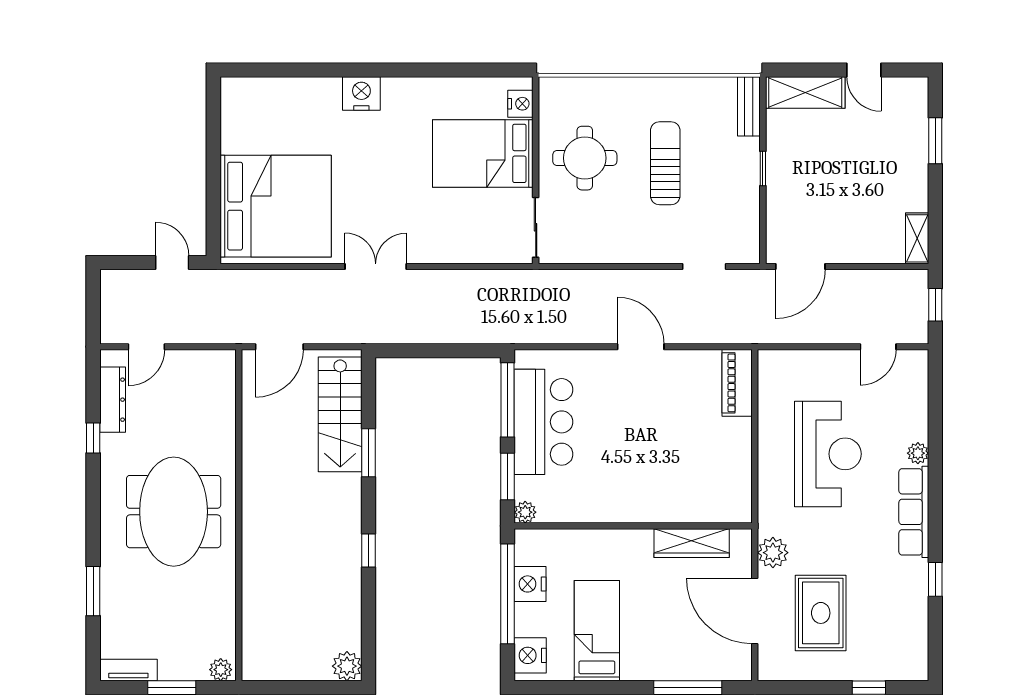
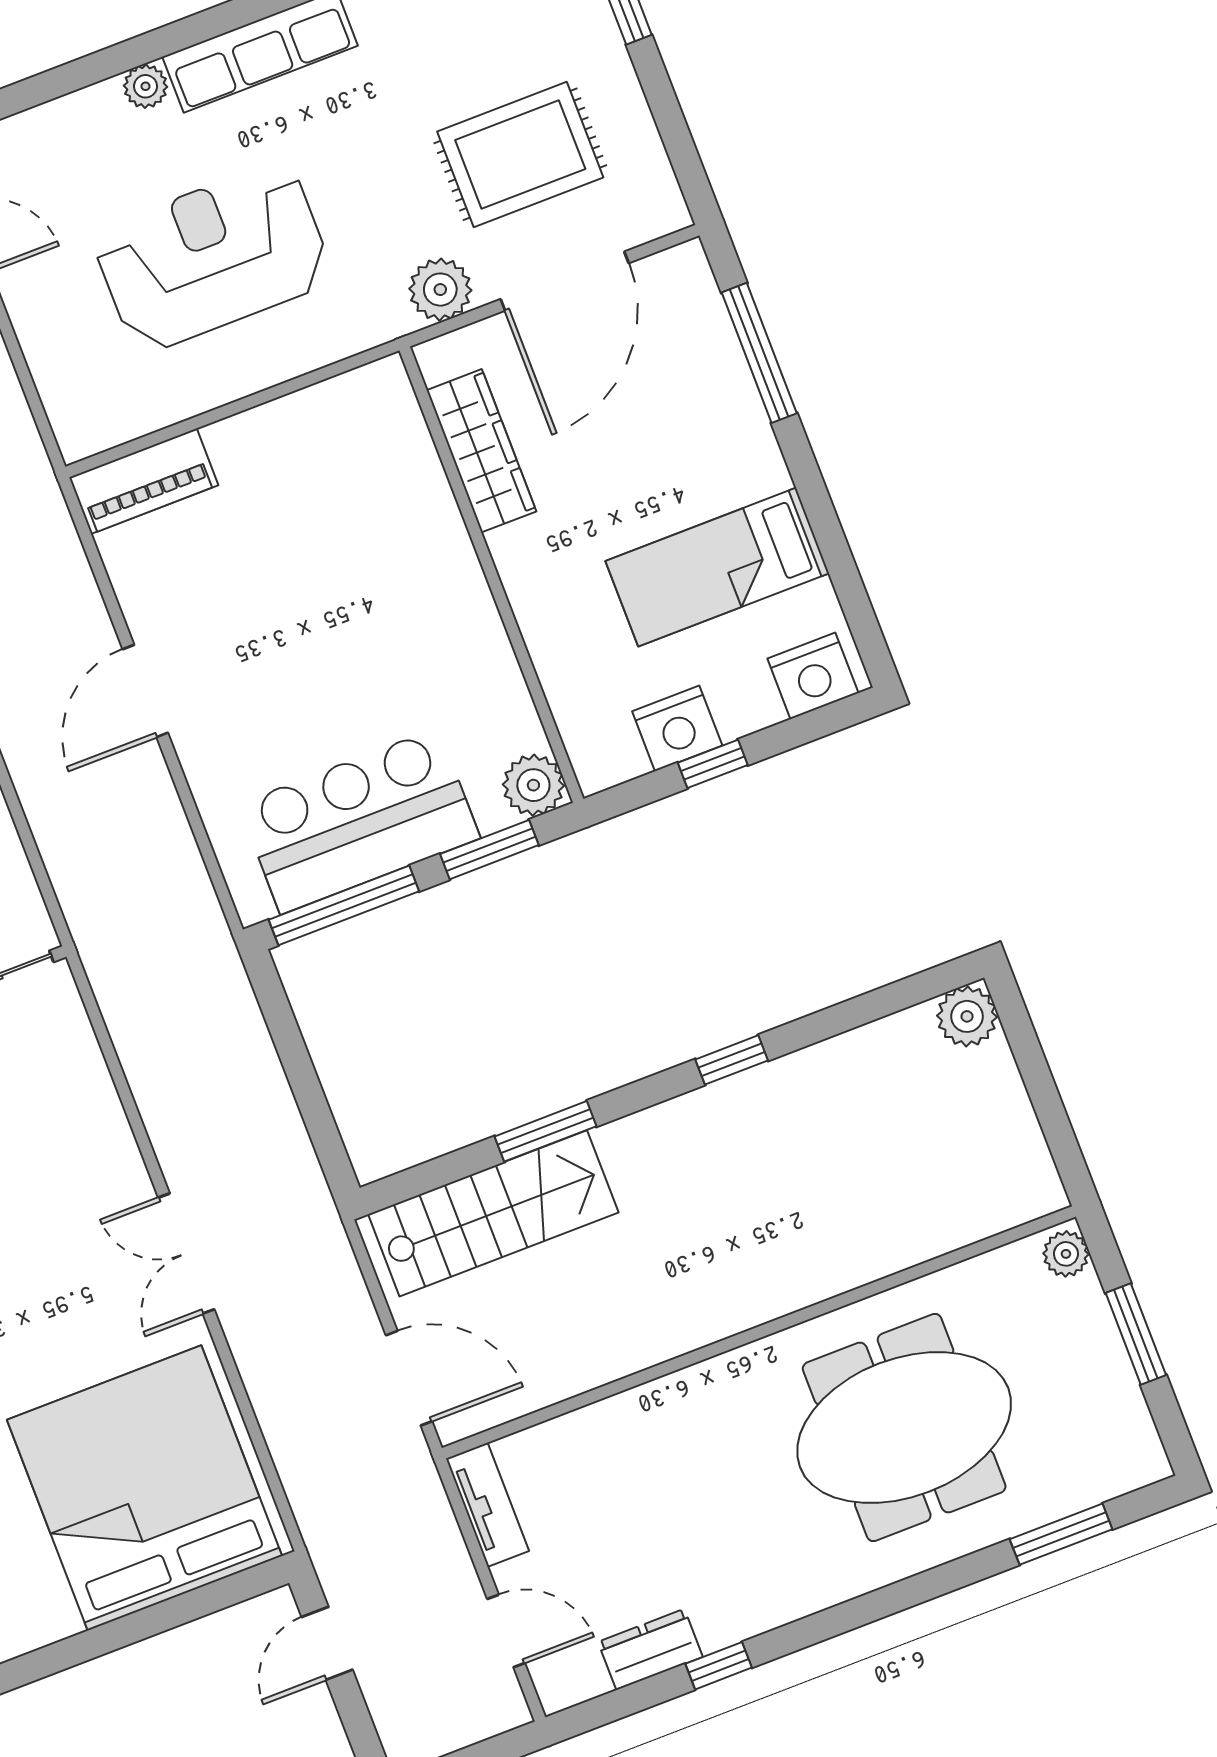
dresser: (113, 400) -> (650, 1649), width x0.70
meeting table: (174, 512) -> (904, 1428), moved
plant: (525, 512) -> (533, 785), width x1.38, depth x1.38
window: (93, 591) -> (1061, 1534), moved
window: (508, 594) -> (713, 764), width x0.32
tv unit: (128, 670) -> (487, 1505), moved, turned 180

